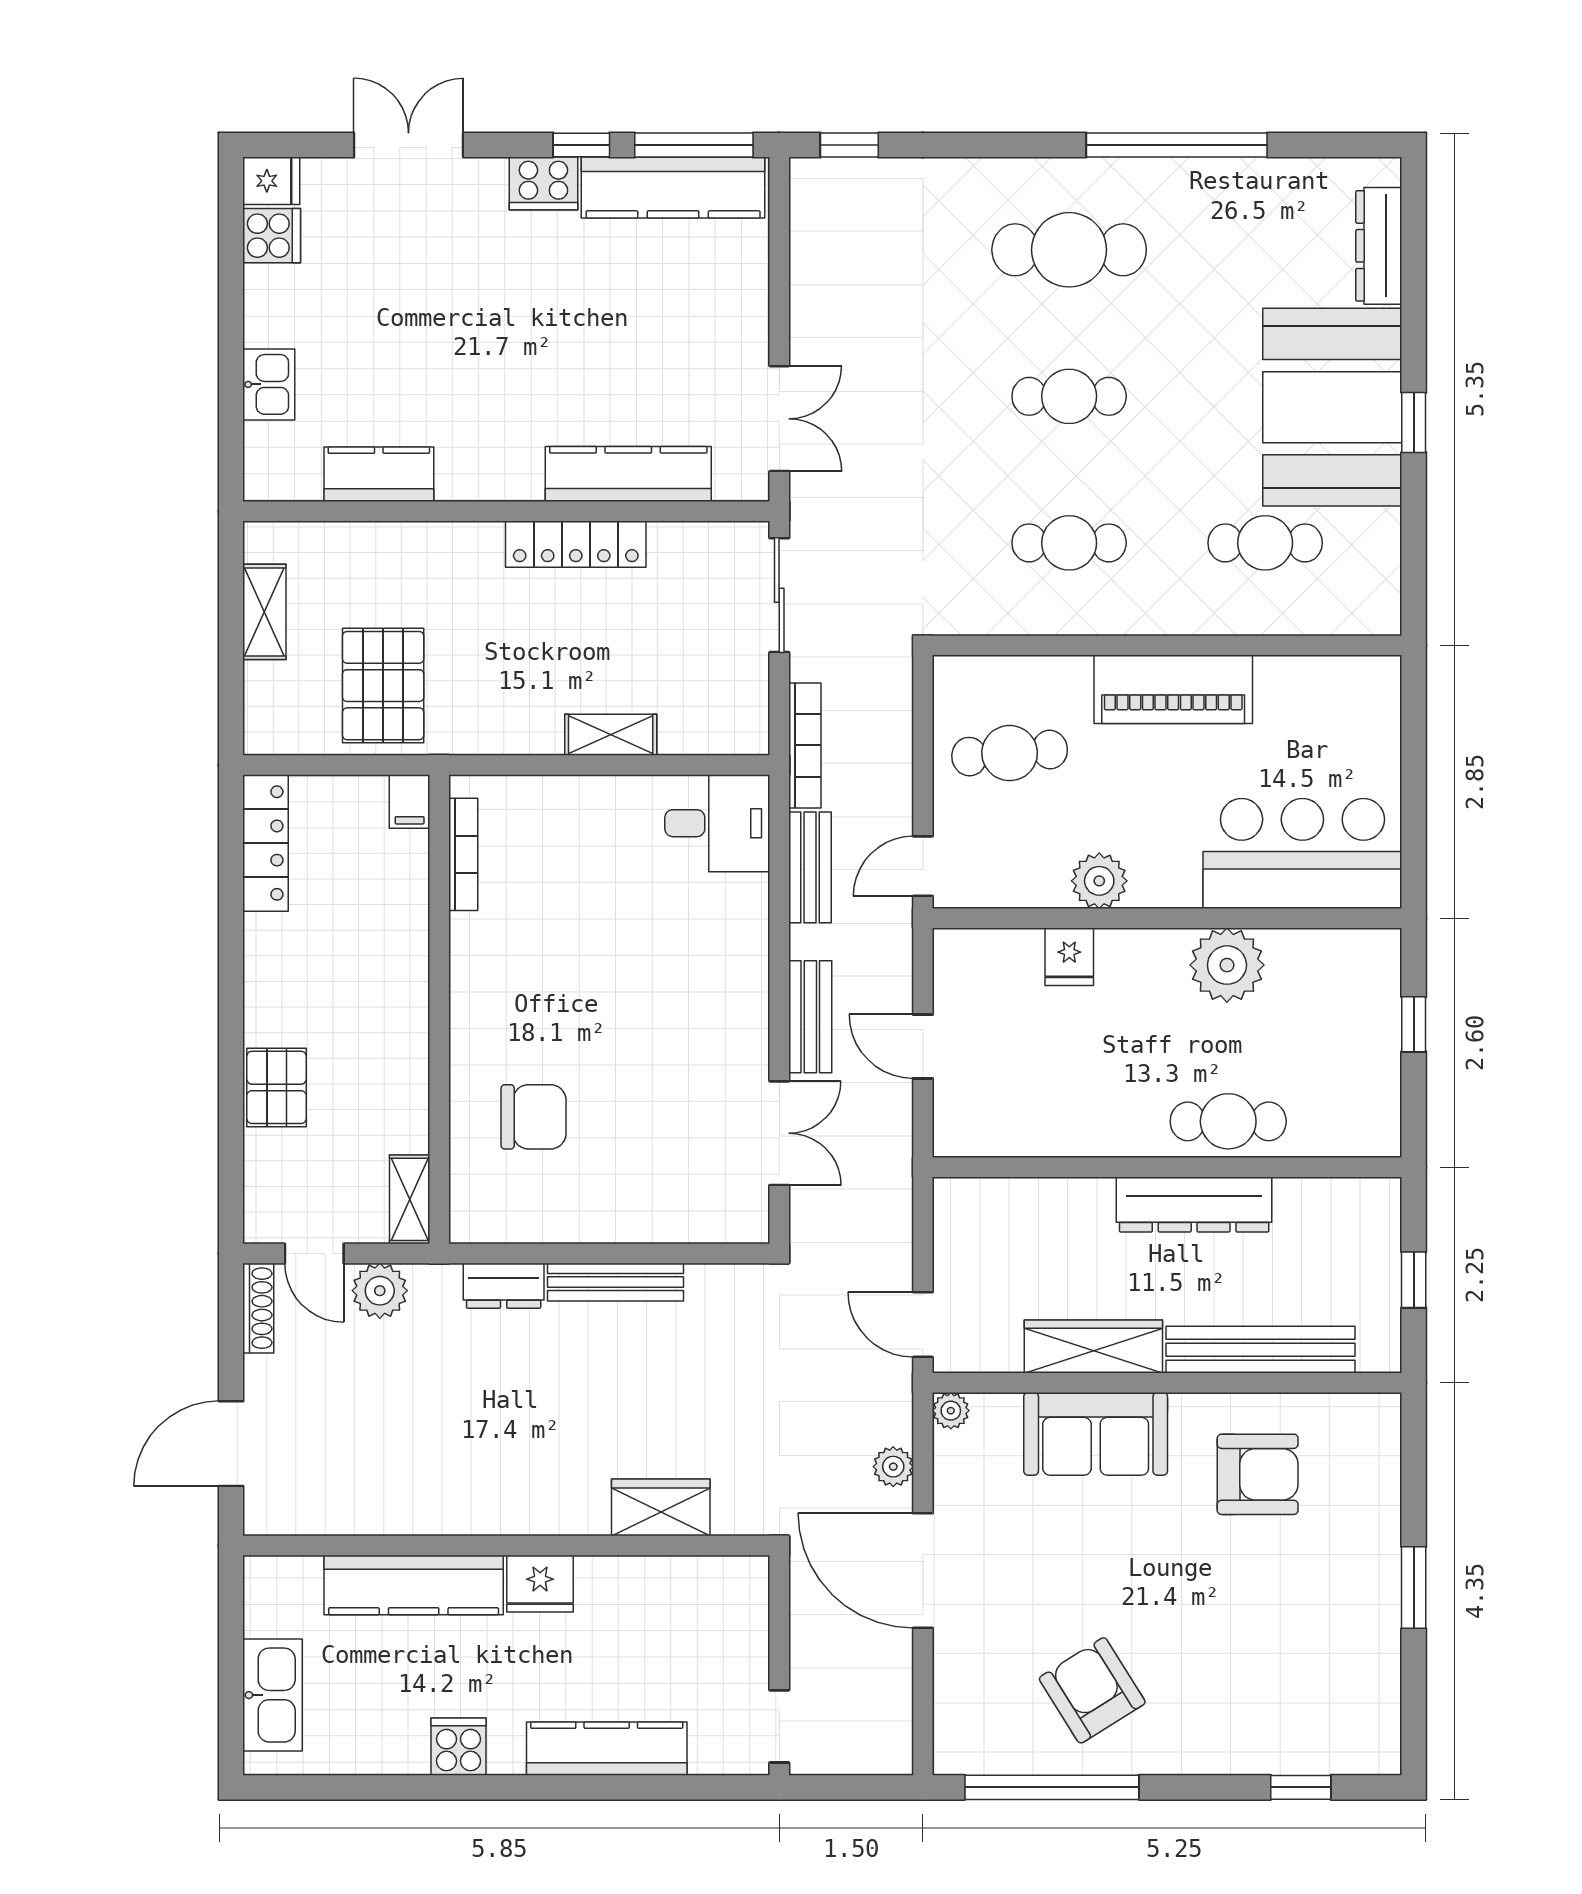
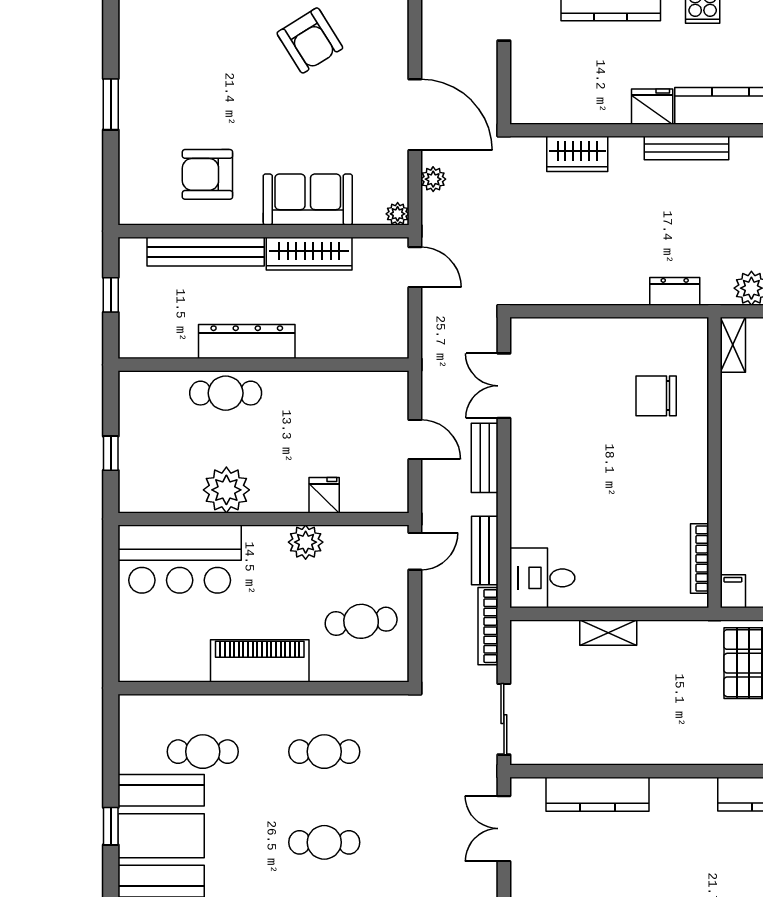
locker: (576, 544) -> (630, 751), removed
bench: (616, 1282) -> (687, 148), moved

